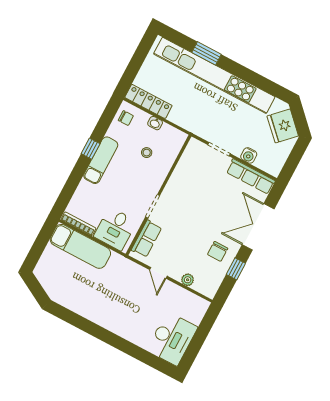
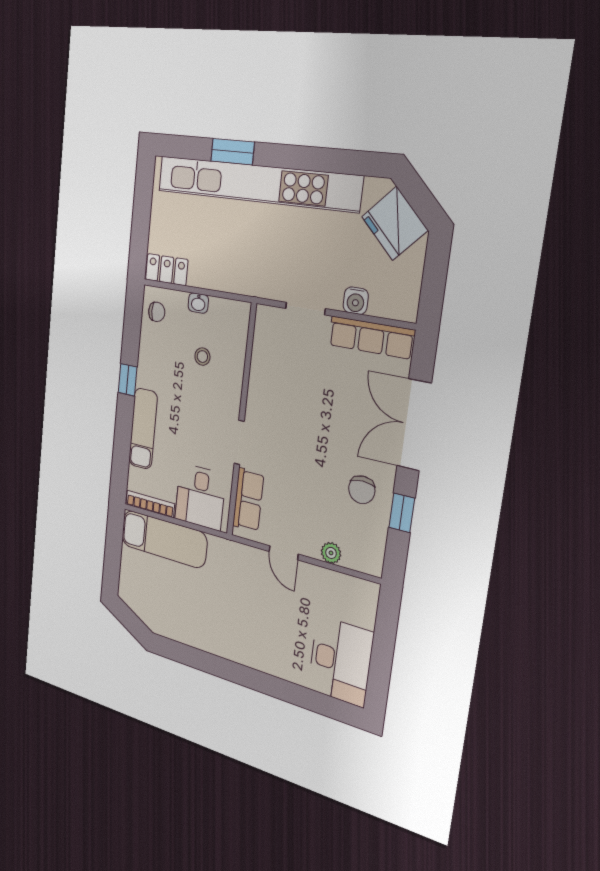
locker: (148, 101) -> (167, 270), width x0.66
exam couch: (101, 160) -> (143, 429), moved

